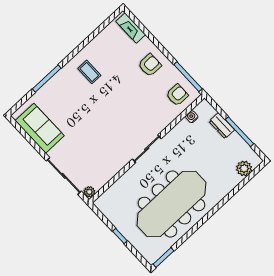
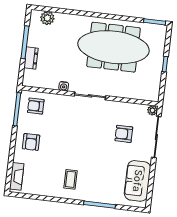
armchair: (150, 65) -> (31, 142), turned -90
water cooler: (192, 117) -> (64, 86), moved
armchair: (90, 150) -> (124, 134), added

